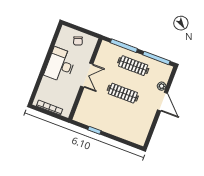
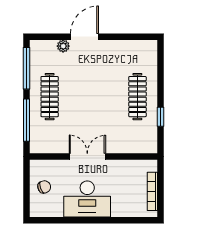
clothes rail: (123, 93) -> (137, 97), moved

